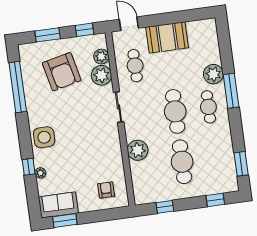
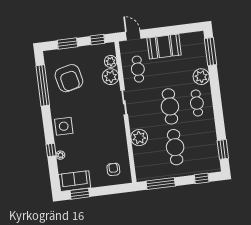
armchair: (62, 72) -> (69, 78), moved
window: (231, 91) -> (210, 52), moved
window: (165, 207) -> (161, 184), width x2.17

